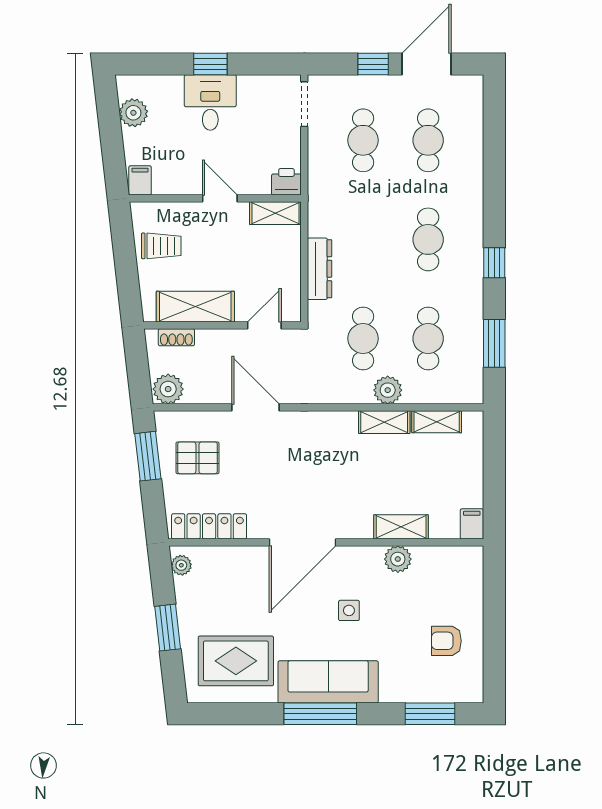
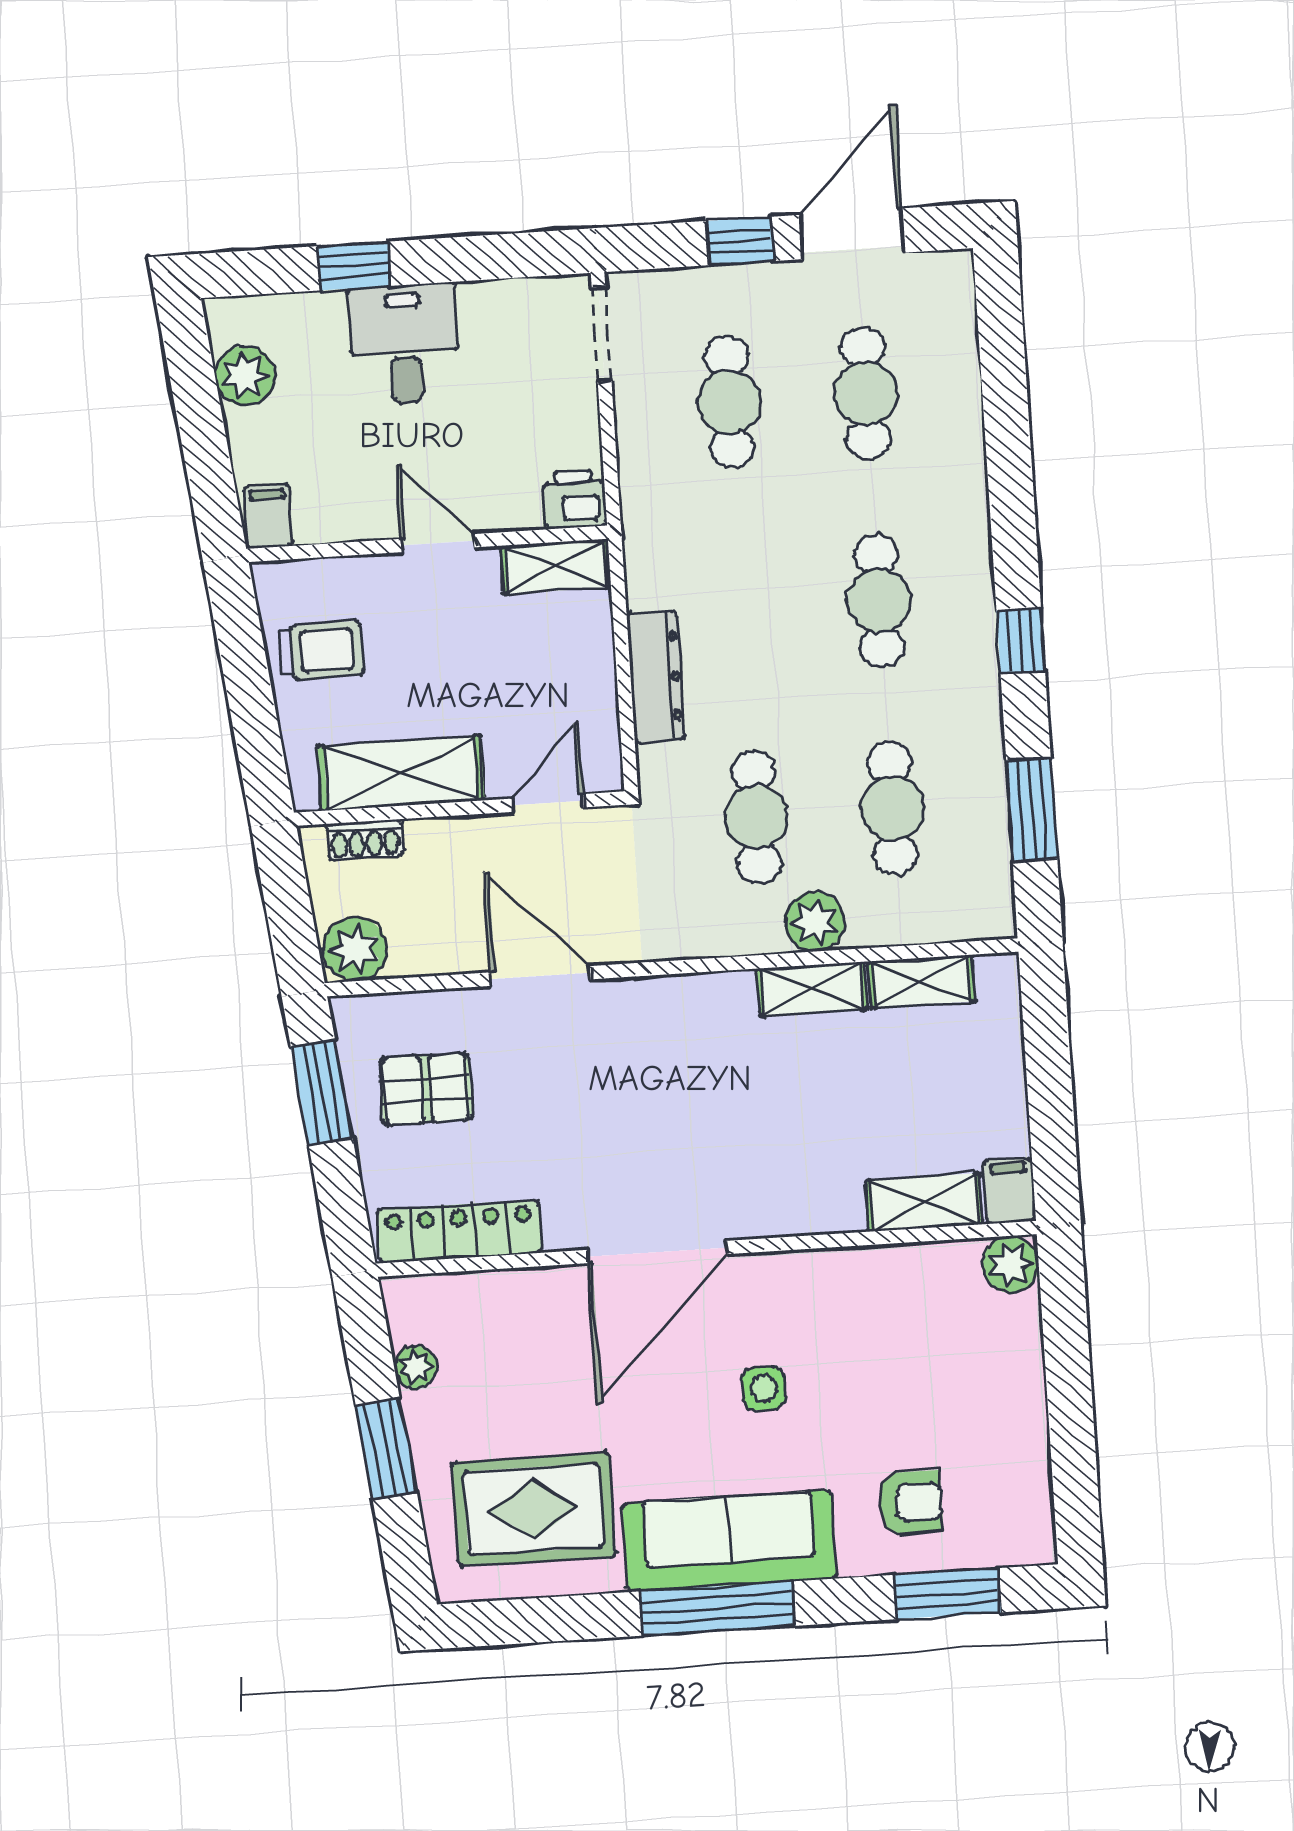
window: (210, 64) -> (354, 266), moved
shelving: (401, 527) -> (924, 1202), moved
plant: (398, 559) -> (1010, 1264), moved
plant: (181, 565) -> (416, 1367), moved
armchair: (446, 641) -> (910, 1503), moved, turned 180

